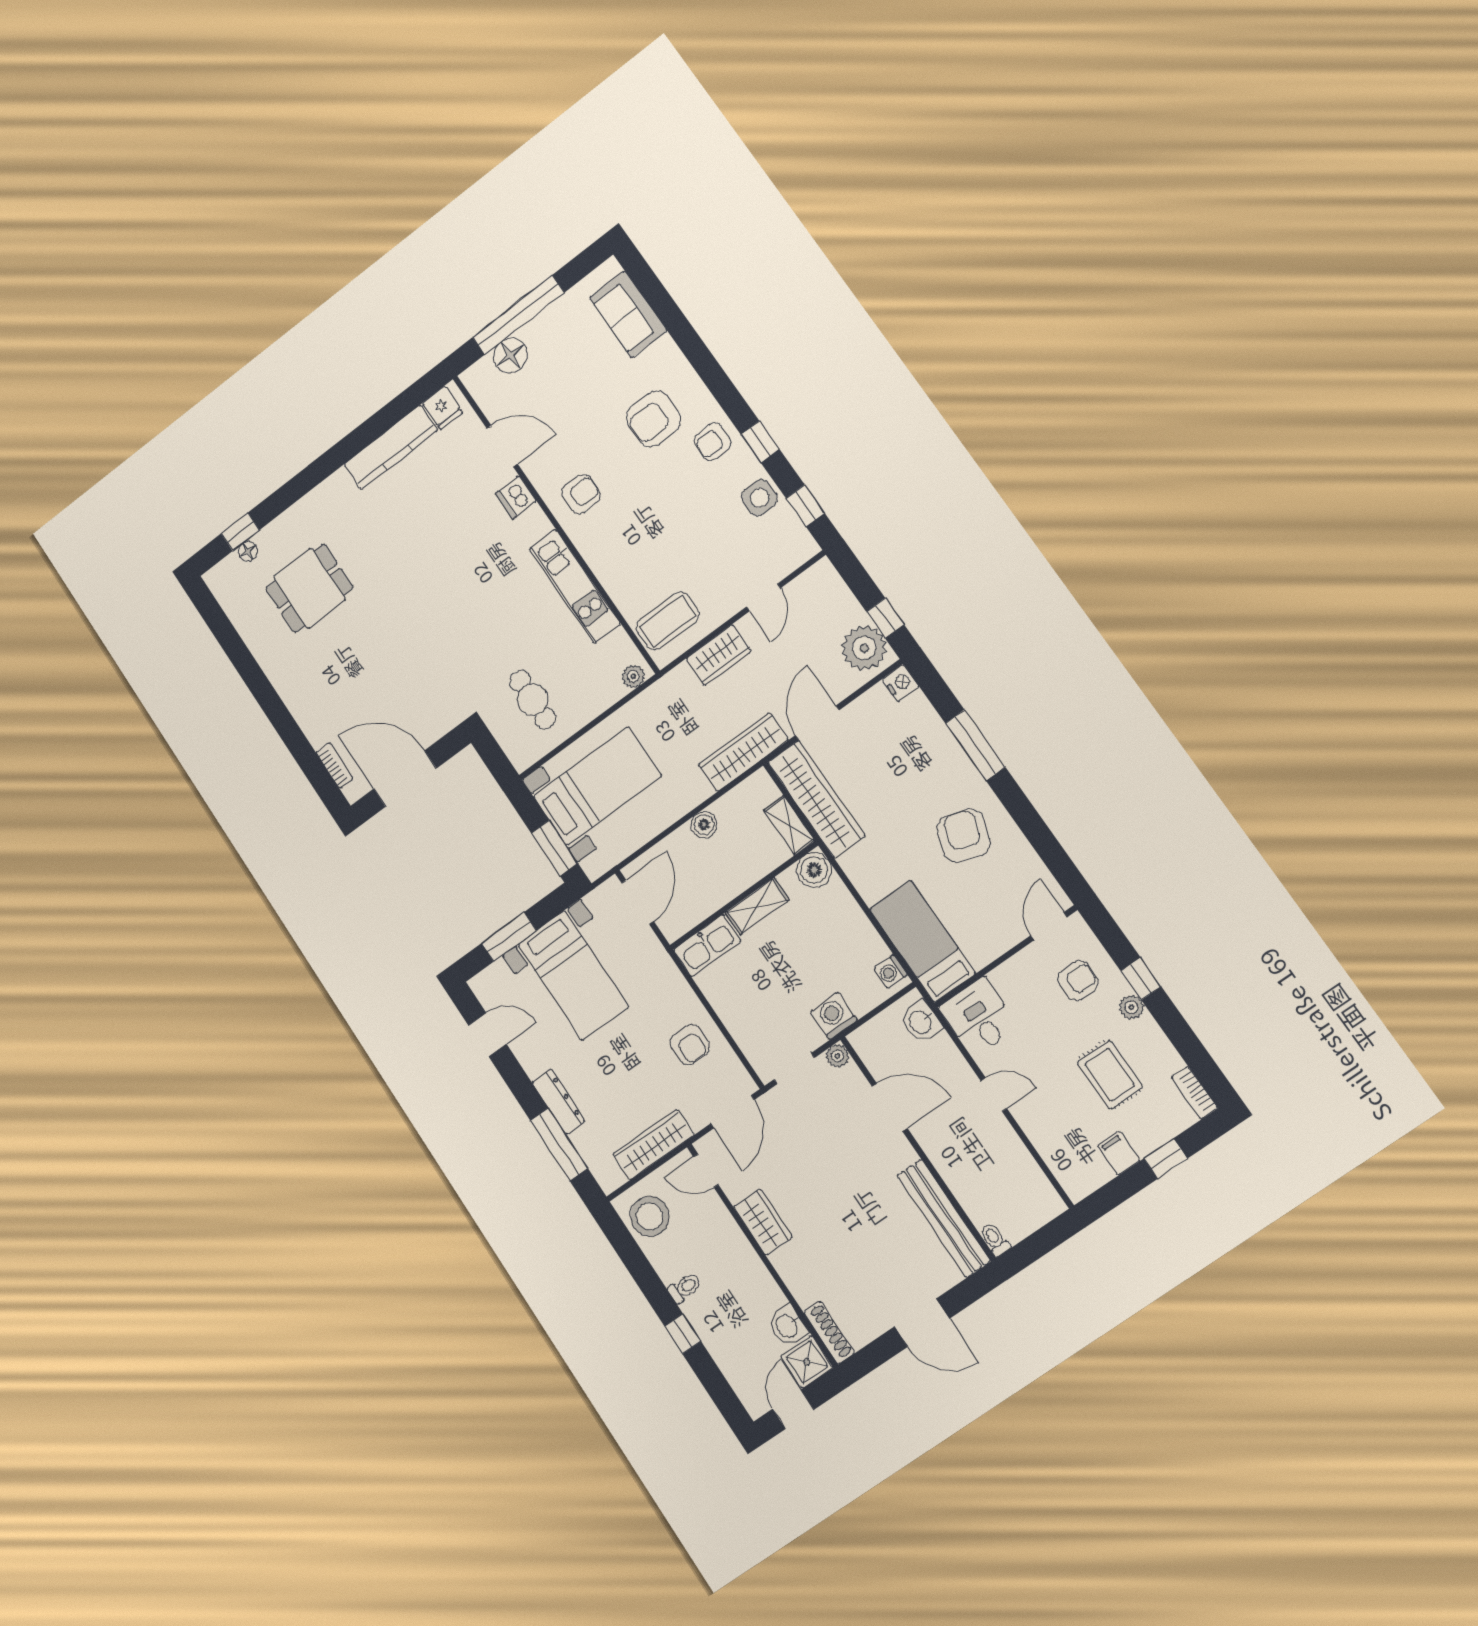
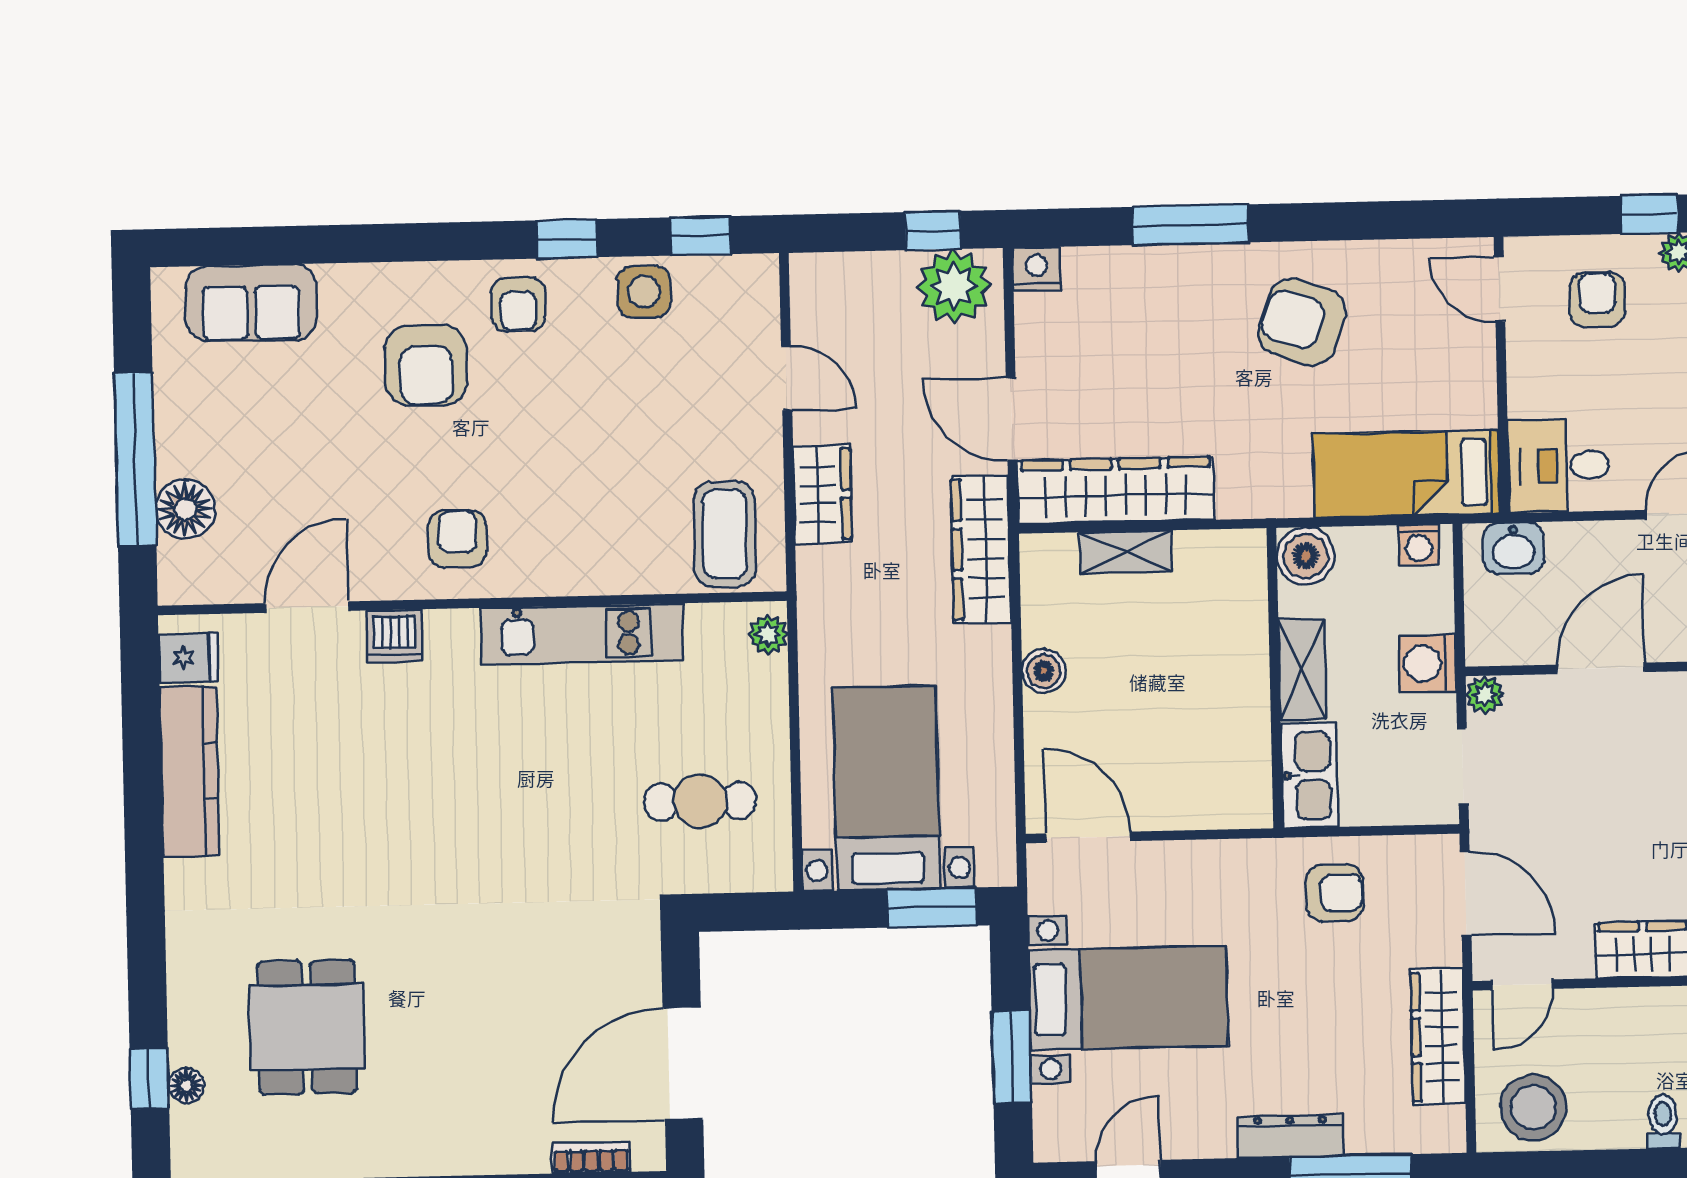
boiler: (814, 870) -> (1306, 556), moved
wall: (744, 896) -> (1275, 678), moved
shelving: (757, 906) -> (1302, 669), moved
kitchen sink: (707, 946) -> (1309, 775), moved

